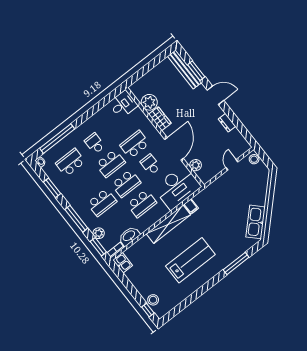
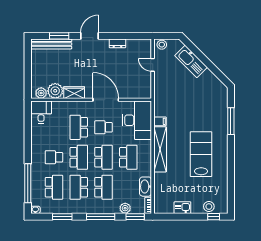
school desk: (70, 162) -> (54, 187), turned 180
plant: (196, 165) -> (41, 93), moved
school desk: (86, 182) -> (79, 187), added
kitchen sink: (256, 222) -> (191, 61), moved
kitchen sink: (123, 263) -> (182, 208), moved

